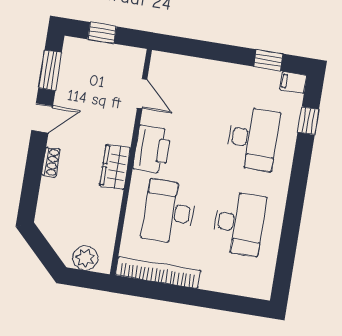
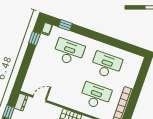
dresser: (128, 56) -> (21, 102), added
printer: (152, 149) -> (66, 99), removed
desk: (169, 212) -> (96, 96), turned 180

